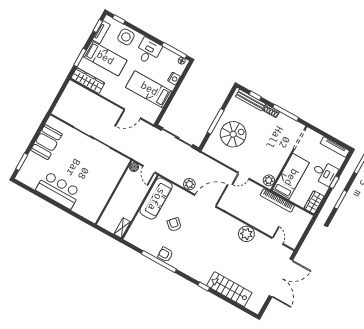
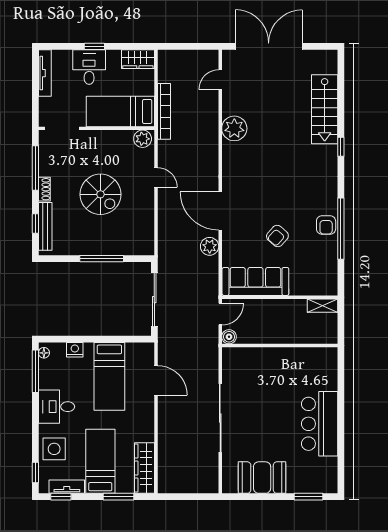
spiral stairs: (233, 134) -> (100, 194), moved, turned 180

